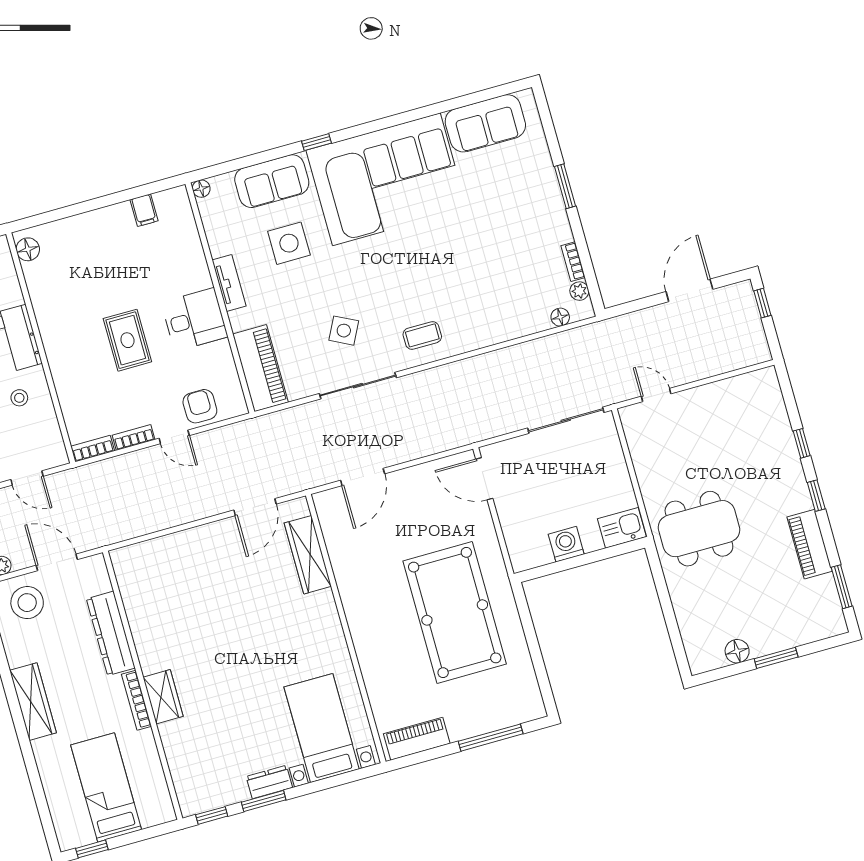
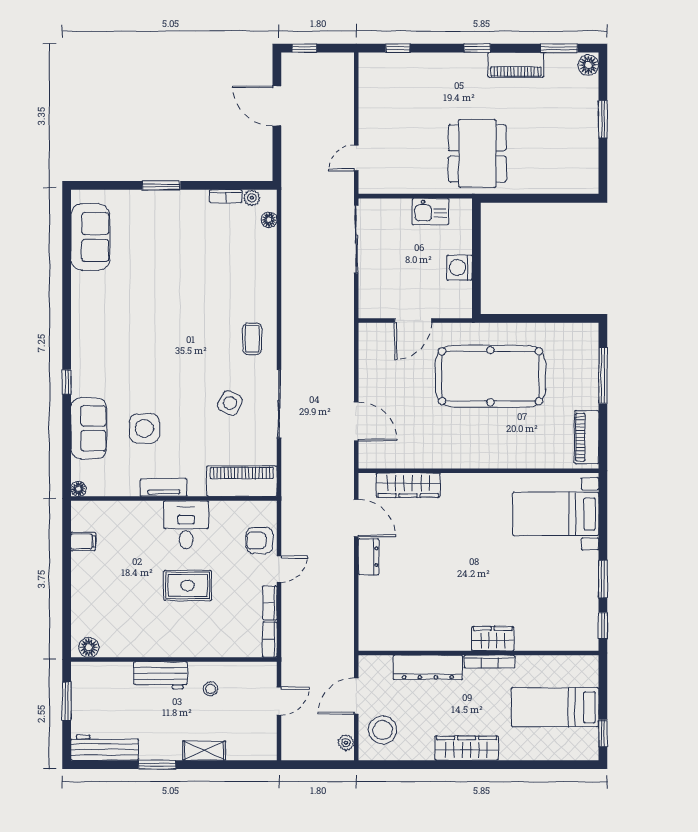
corner sofa: (386, 179) -> (114, 332), removed
window: (802, 443) -> (398, 48), moved
door: (484, 479) -> (413, 321), moved
kitchen sink: (622, 528) -> (430, 212), moved, turned -90
floor lamp: (737, 651) -> (588, 65), moved
dresser: (269, 782) -> (369, 557), moved, turned 180

